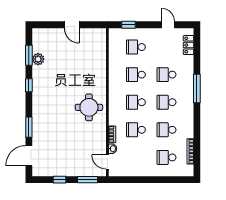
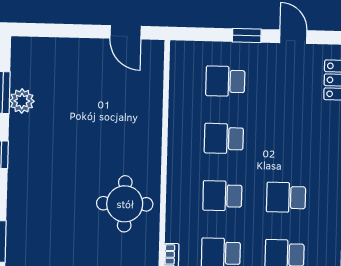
door: (72, 25) -> (126, 32), moved
window: (128, 25) -> (247, 35), moved
school desk: (167, 75) -> (287, 140), removed

